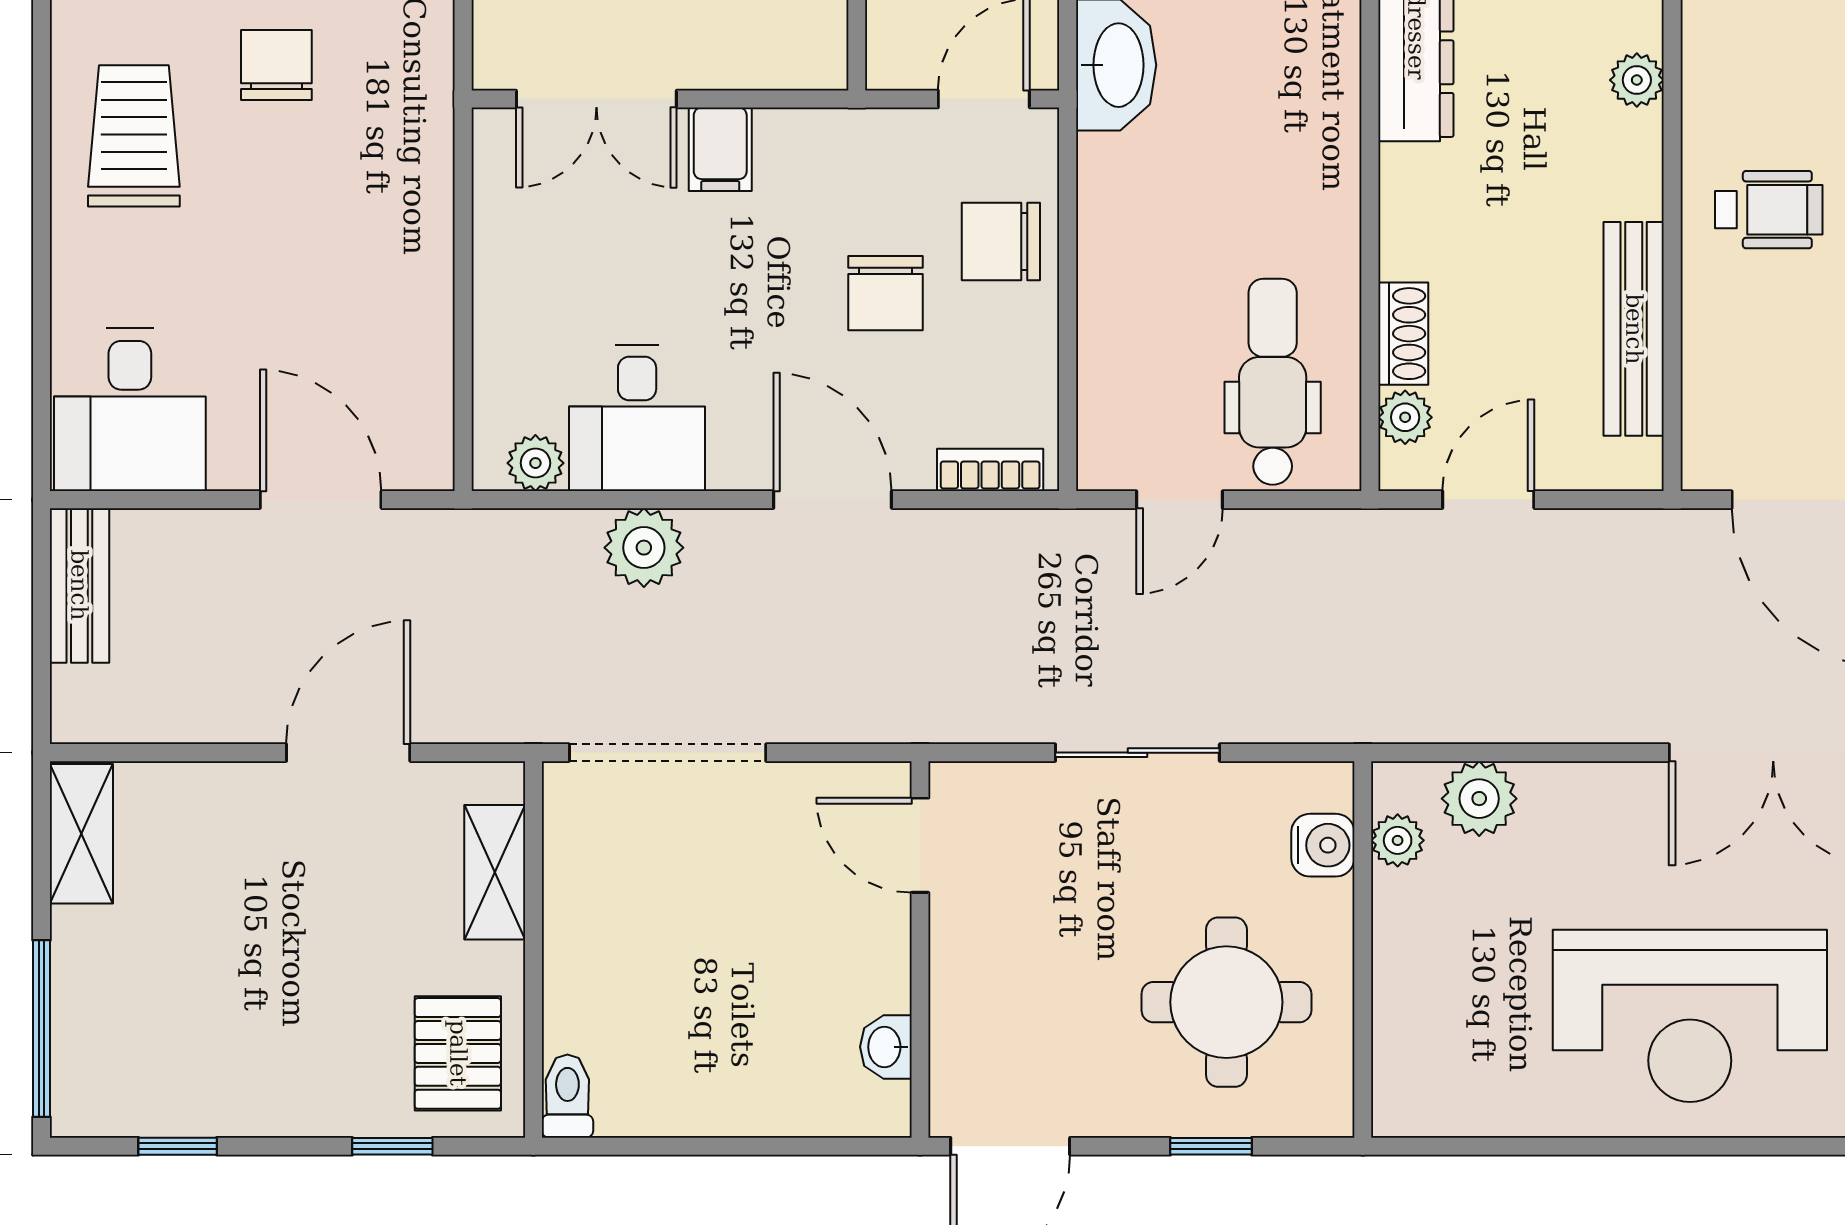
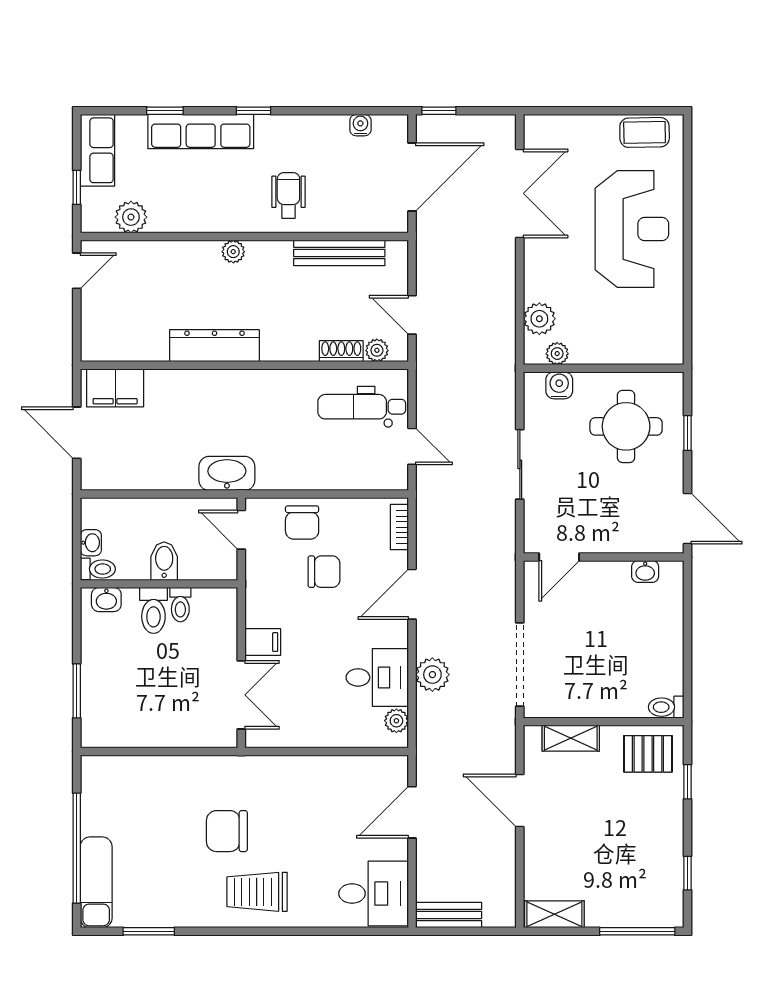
chair: (276, 65) -> (227, 831), width x1.37, depth x1.37

